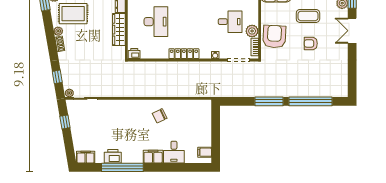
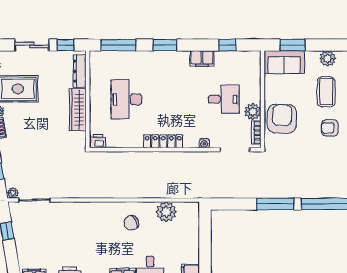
coffee table: (308, 16) -> (326, 92), turned 90
desk: (156, 22) -> (126, 99), turned 180
plant: (186, 107) -> (166, 212), added

